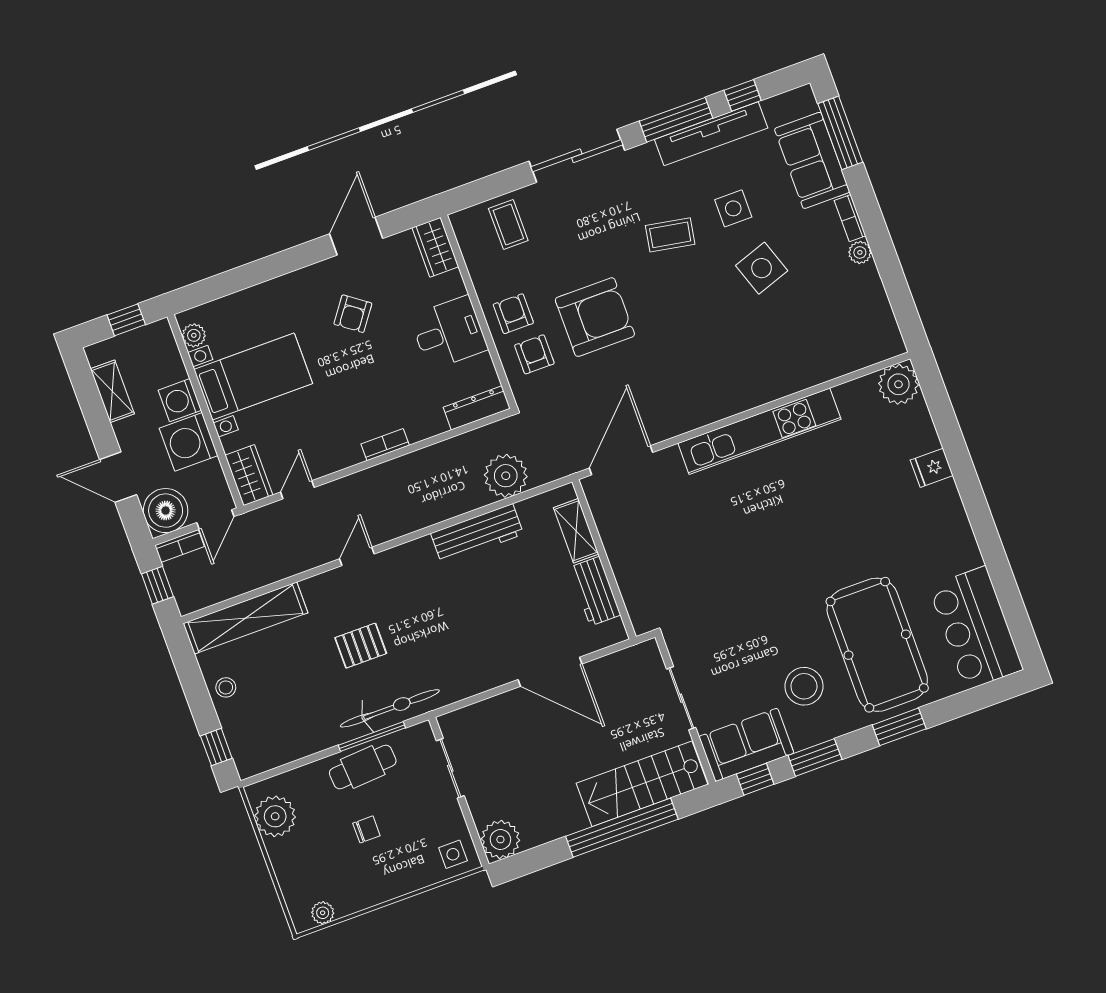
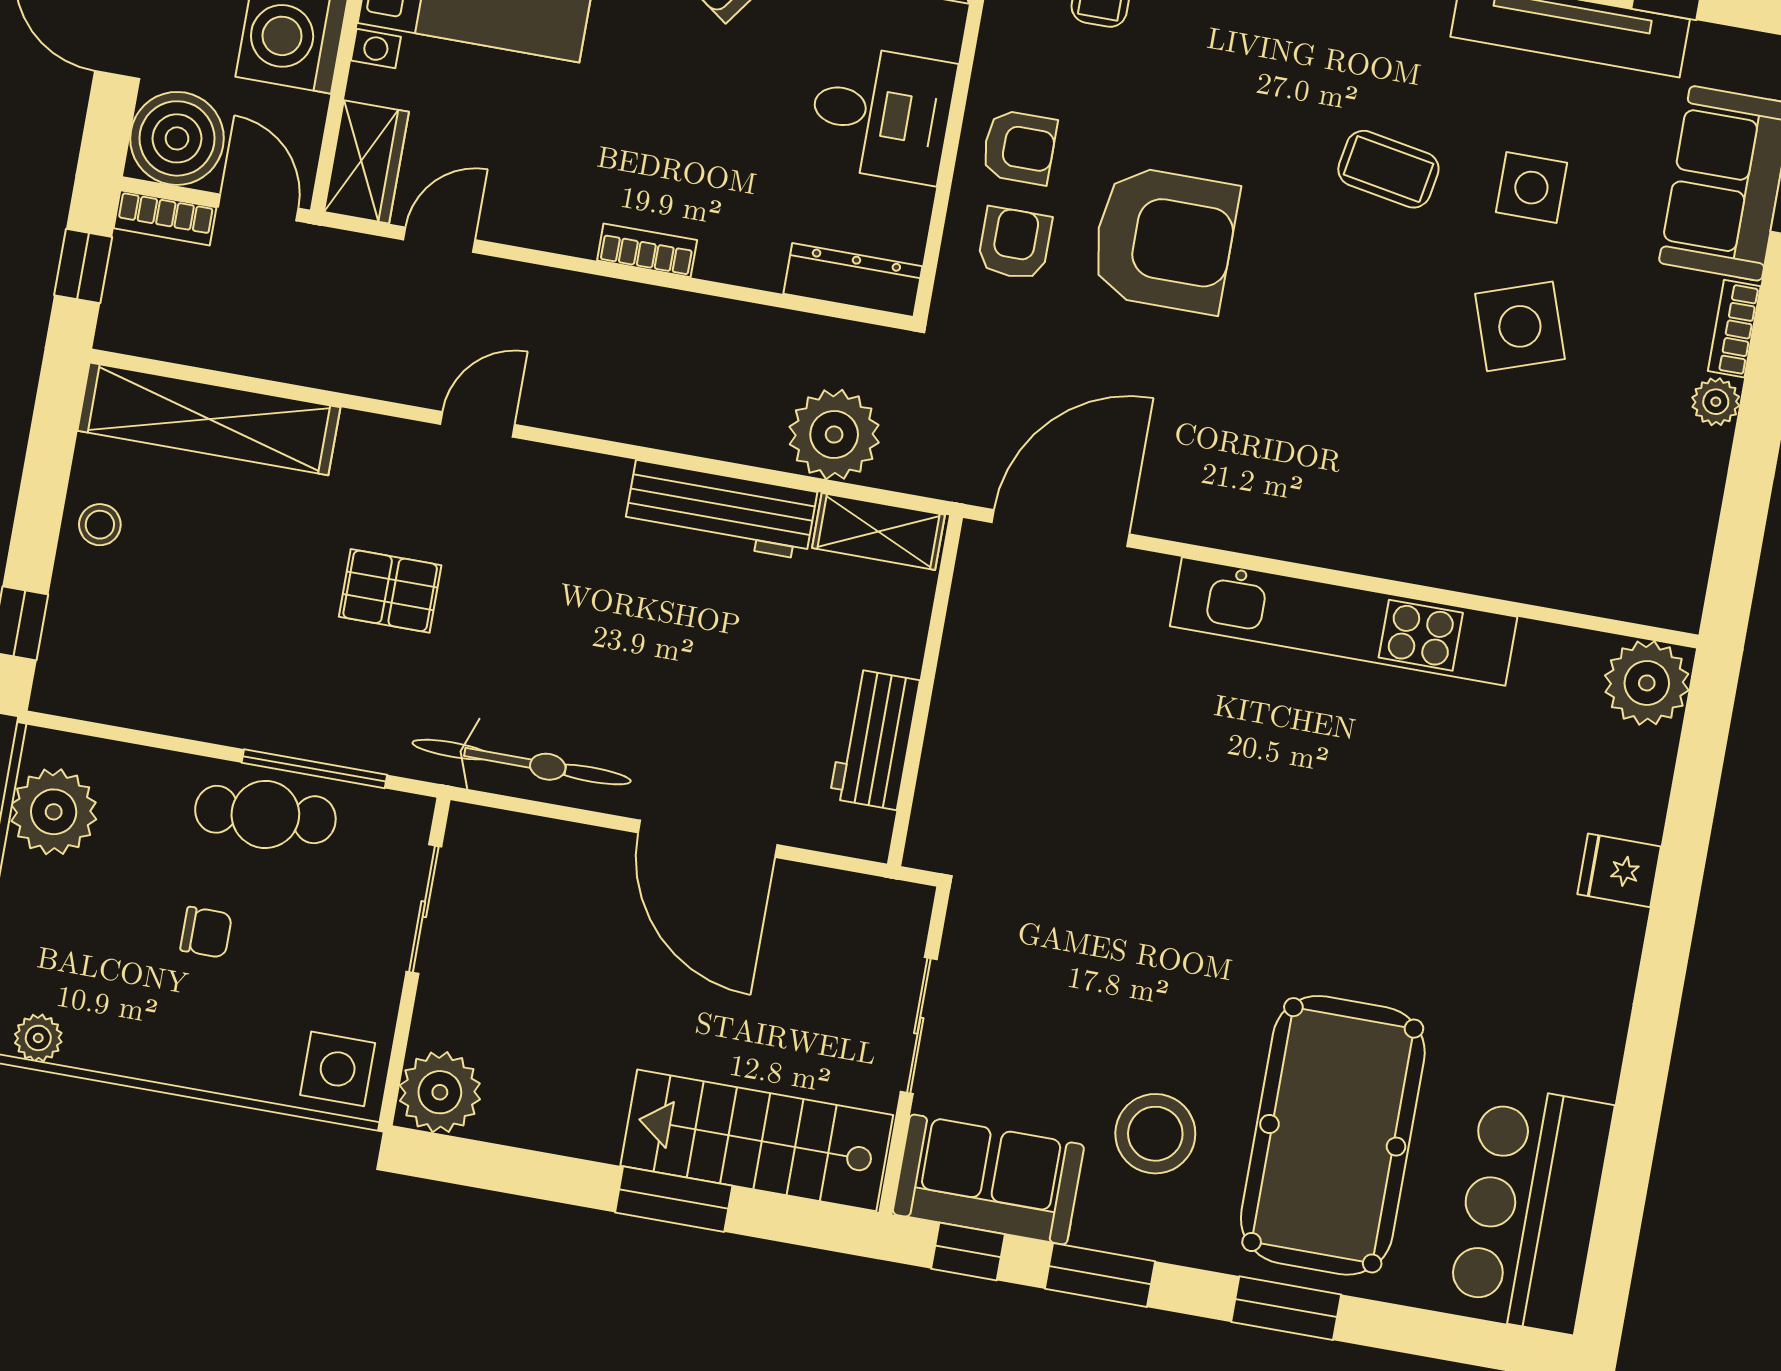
armchair: (513, 314) -> (1019, 147), turned 90
door: (215, 520) -> (258, 207), swing flipped
shelving: (576, 531) -> (878, 531), moved, turned 90
bicycle: (390, 708) -> (522, 762), moved
window: (622, 828) -> (674, 1199), width x0.47
side table: (453, 854) -> (338, 1069), width x1.37, depth x1.37

